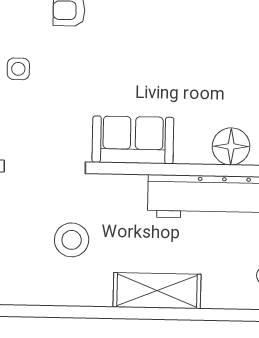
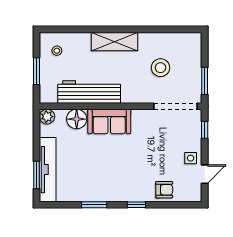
sofa: (133, 140) -> (109, 121), moved

